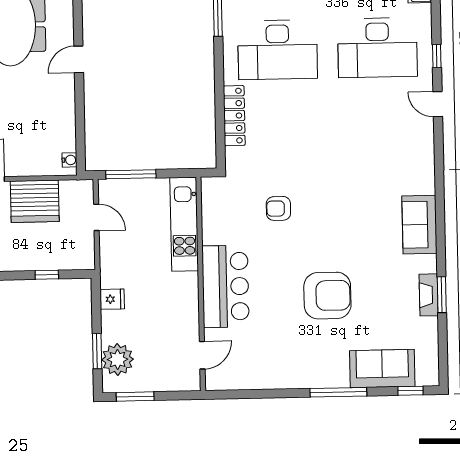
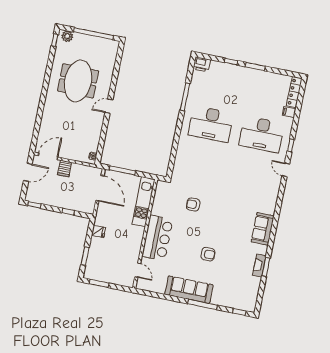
locker: (234, 116) -> (181, 152), removed
server rack: (35, 201) -> (65, 168), width x0.46, depth x0.70
door: (96, 217) -> (100, 188), width x1.87
armchair: (327, 296) -> (208, 254), width x0.53, depth x0.53
door: (202, 355) -> (138, 270), hinge flipped
plant: (118, 359) -> (94, 263), removed
sofa: (382, 369) -> (189, 290), moved, width x1.36

